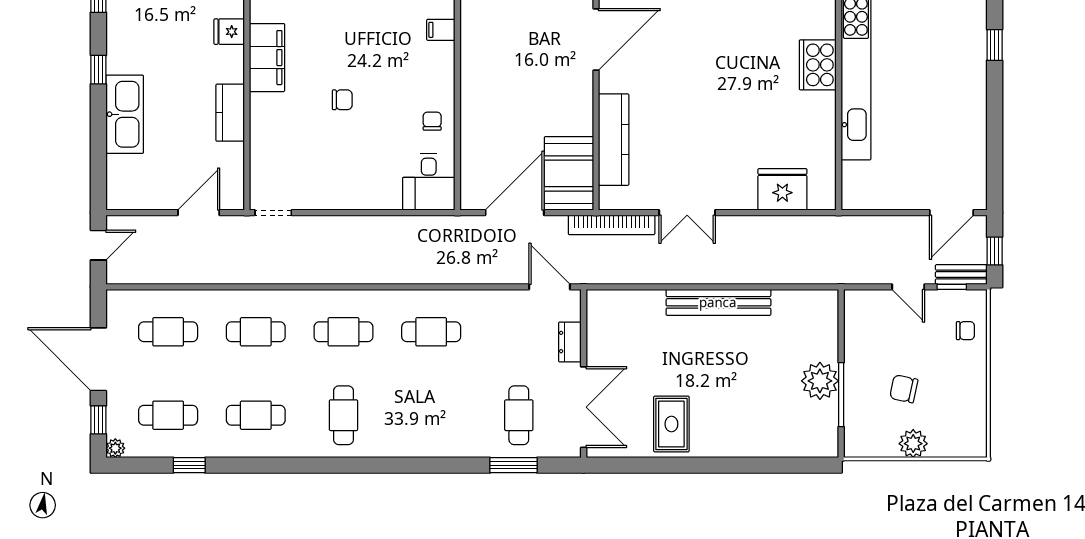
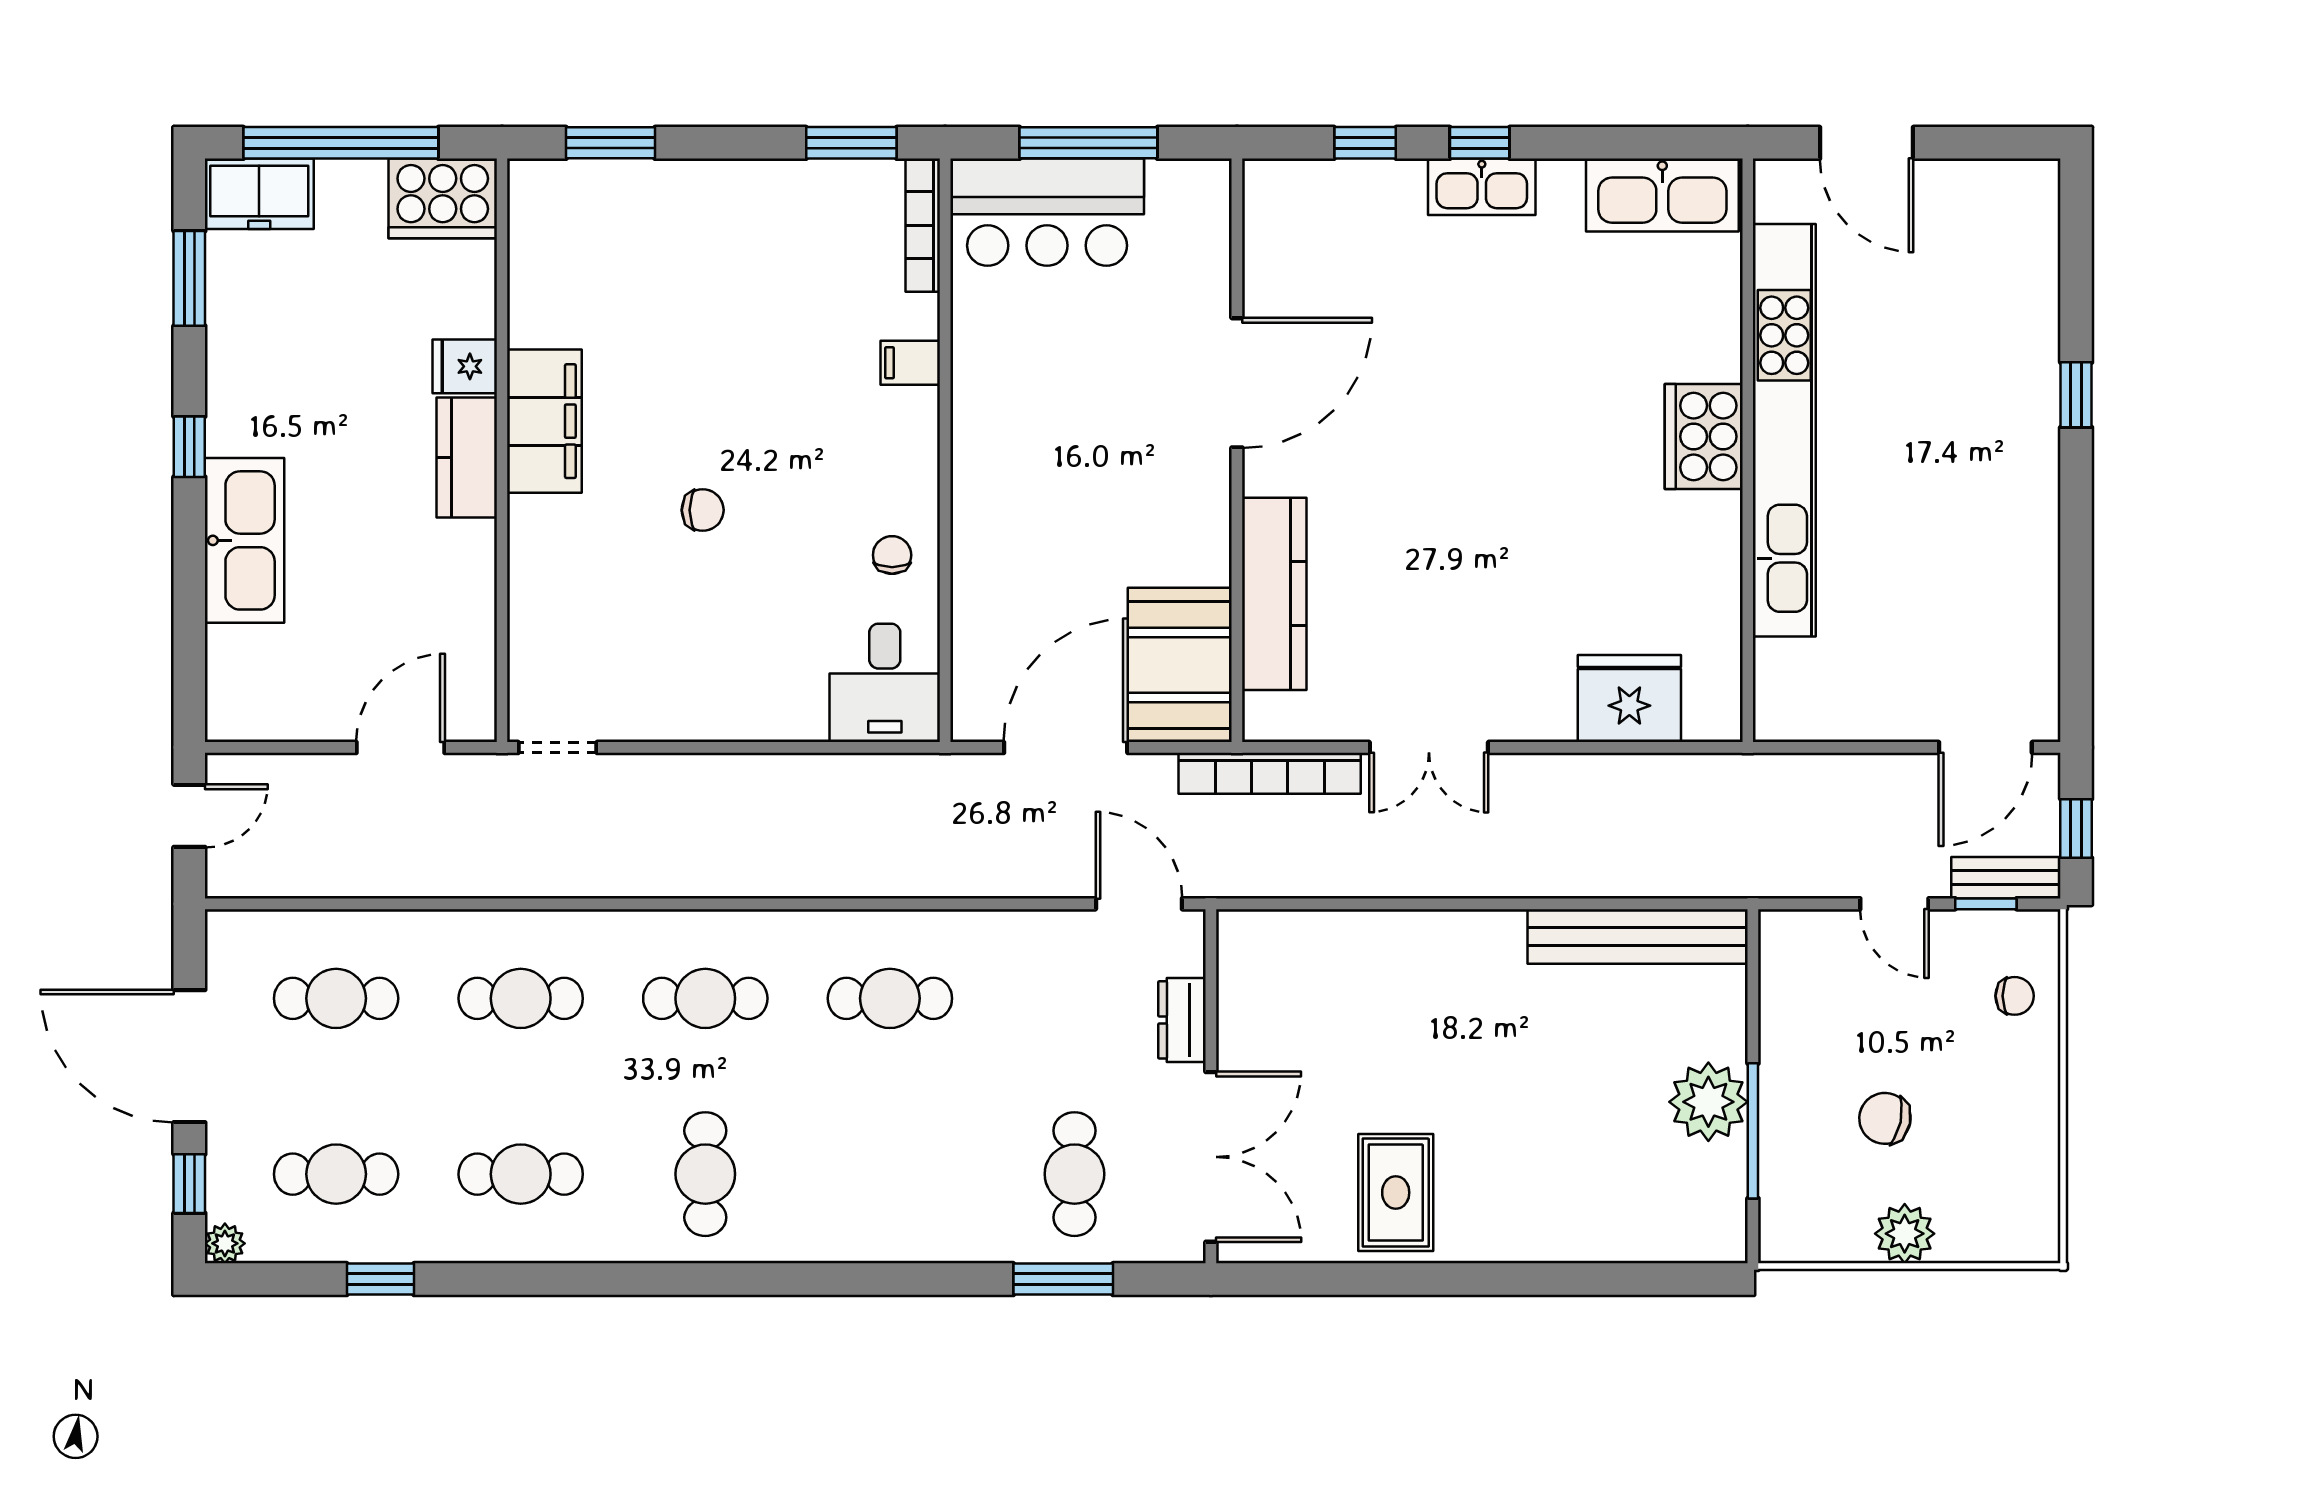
kitchen counter: (230, 113) -> (467, 457), moved
bench: (718, 302) -> (1638, 936), moved

